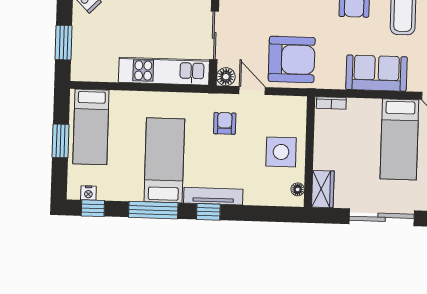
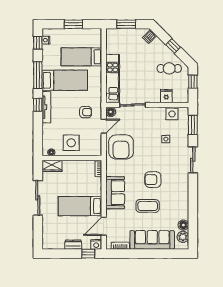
bed: (91, 127) -> (81, 57), moved

